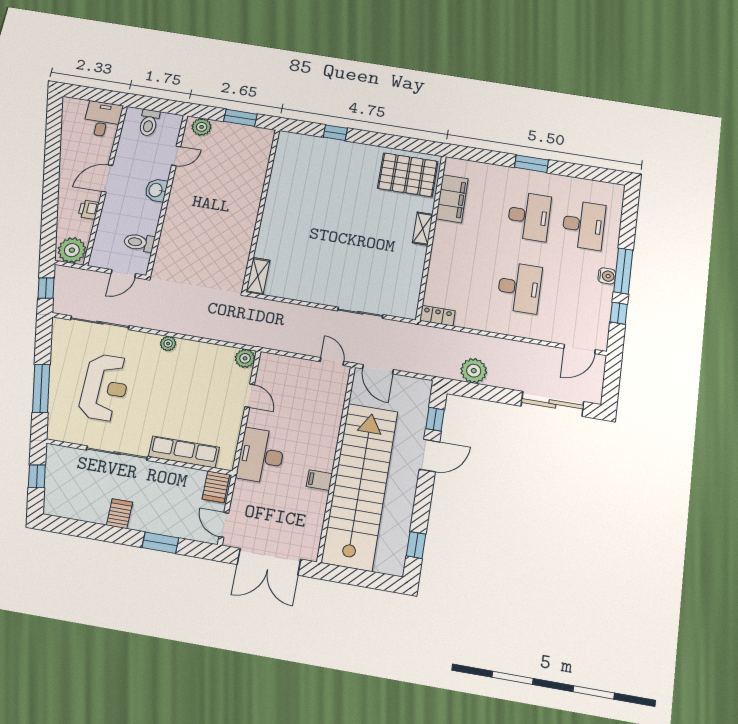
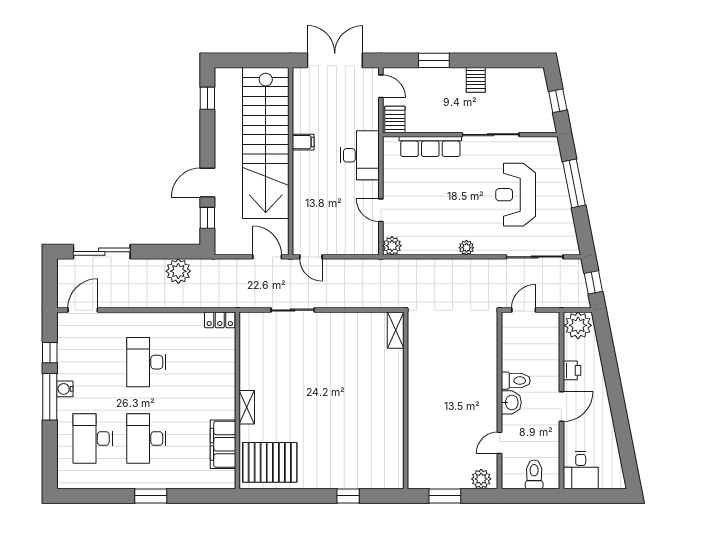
toilet: (139, 242) -> (516, 381), moved

